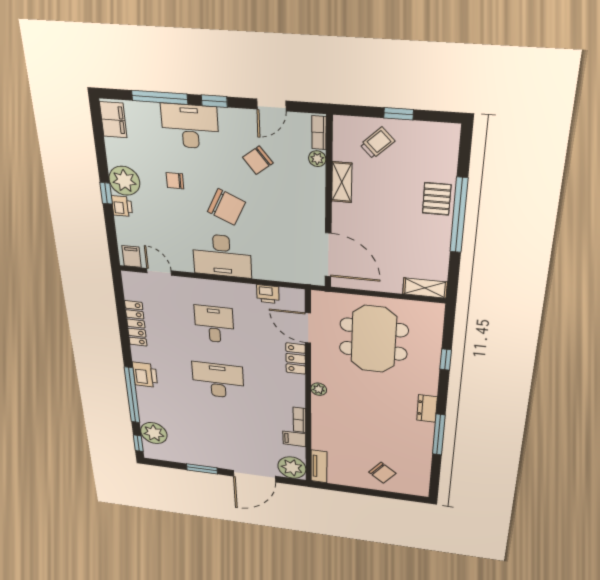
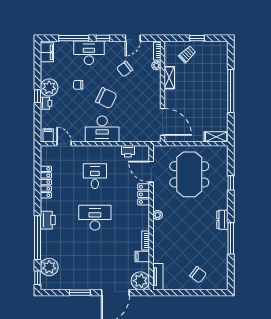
pallet: (437, 199) -> (219, 83), removed

